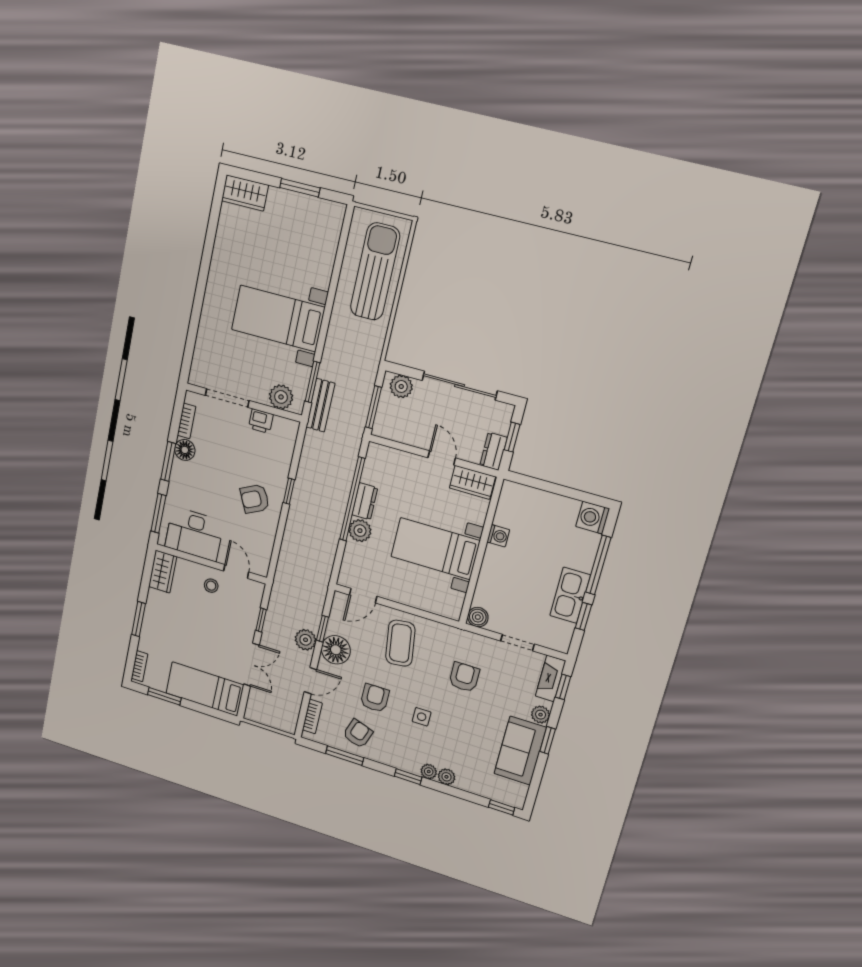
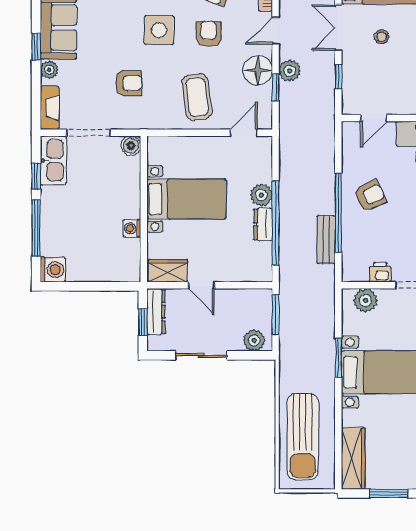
wardrobe: (328, 235) -> (353, 459), added
window: (312, 382) -> (338, 358), moved
sliding door: (460, 386) -> (201, 355), width x0.73
bench: (320, 405) -> (326, 240), moved
dresser: (493, 451) -> (156, 312), width x1.44
window: (289, 491) -> (338, 213), width x3.17
door: (236, 572) -> (374, 118), hinge flipped
stool: (211, 586) -> (382, 37), moved
kitchen sink: (570, 595) -> (53, 160), moved
doorway: (517, 643) -> (88, 133), width x1.38
armchair: (464, 677) -> (129, 83), turned -90
window: (563, 687) -> (36, 103), removed
armchair: (375, 698) -> (208, 34), turned 180
side table: (422, 717) -> (159, 30), width x1.87, depth x1.87

